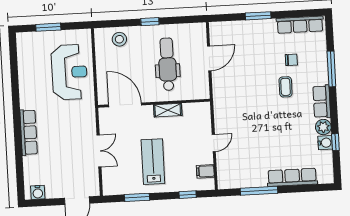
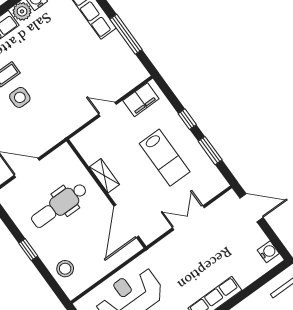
side table: (263, 86) -> (20, 97), added
lab bench: (153, 162) -> (165, 158), turned -90
filing cabinet: (205, 171) -> (141, 100), width x2.00
window: (188, 195) -> (187, 119), moved

